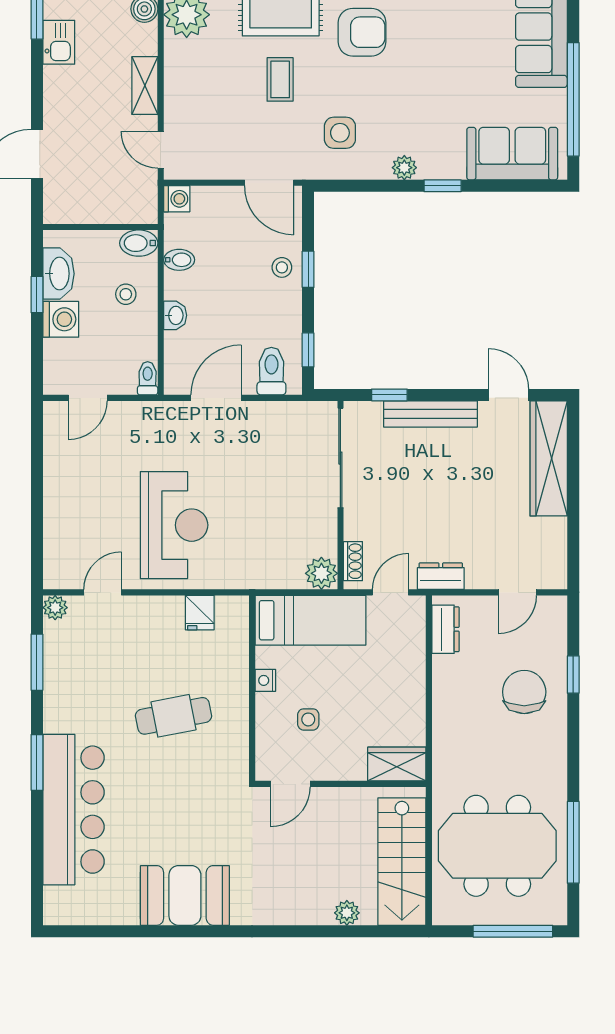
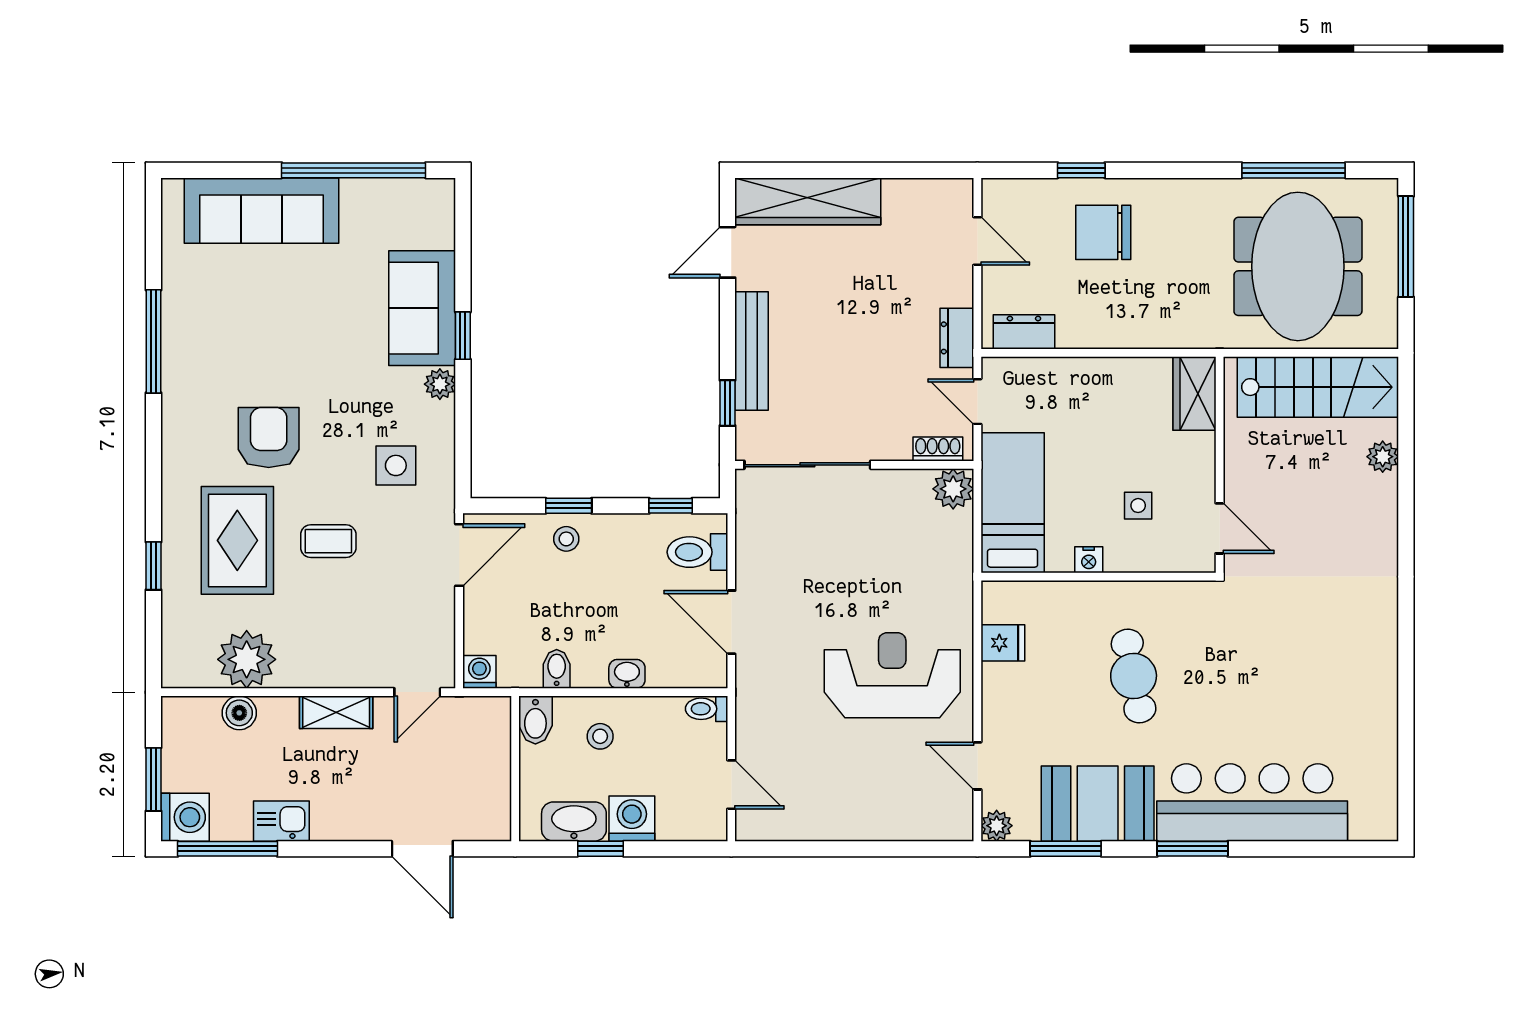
sofa: (512, 154) -> (422, 308), moved
booth: (185, 895) -> (1098, 804), moved, turned 90

